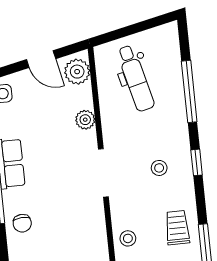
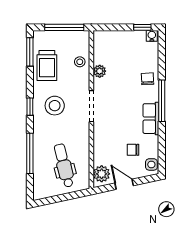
chair: (33, 113) -> (133, 150), added
plant: (85, 120) -> (100, 71), moved
stool: (159, 168) -> (55, 106), width x1.89, depth x1.89
trolley: (177, 228) -> (47, 66), width x1.36, depth x1.39

